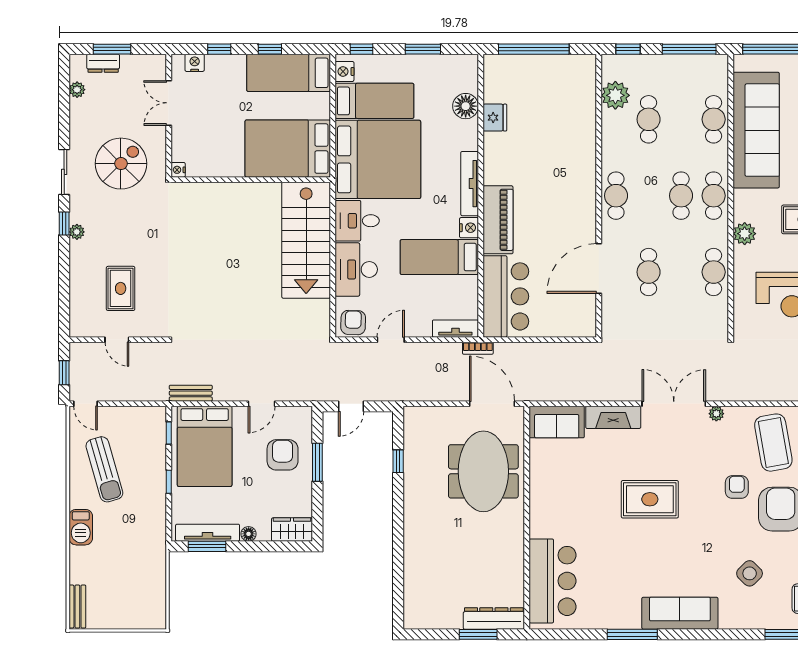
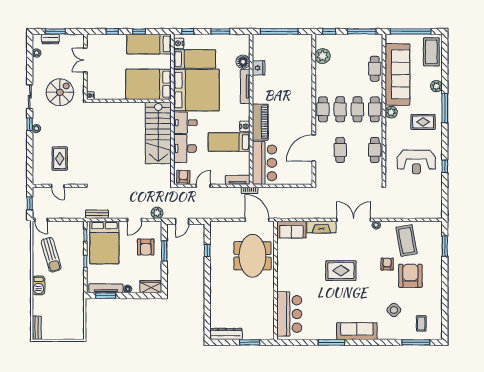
nightstand: (195, 63) -> (99, 39), removed
cafe table: (649, 119) -> (340, 109), moved
tv unit: (470, 184) -> (245, 87), moved
plant: (745, 234) -> (391, 112), moved
plant: (304, 390) -> (157, 213), added
armchair: (283, 455) -> (146, 247), turned 180
dresser: (494, 618) -> (226, 334), moved

